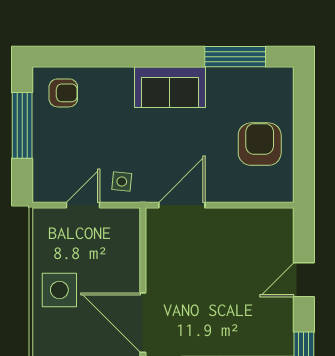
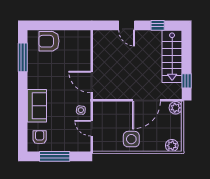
sofa: (170, 87) -> (37, 106), moved
armchair: (260, 144) -> (49, 41), moved

